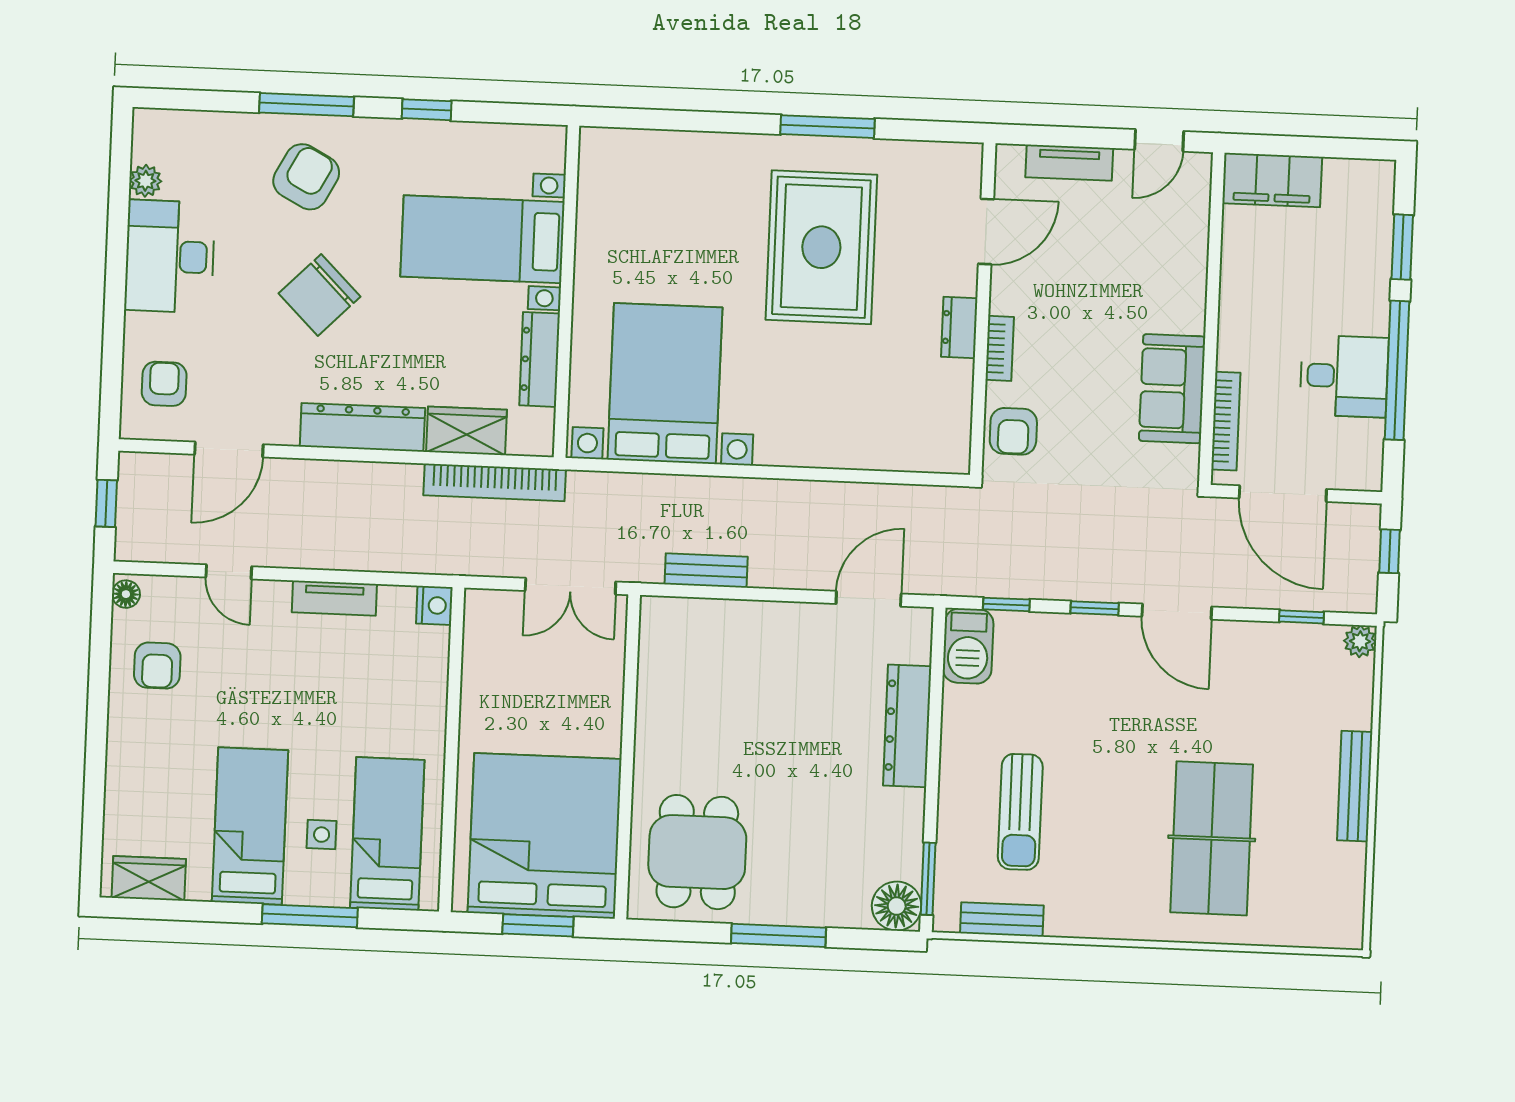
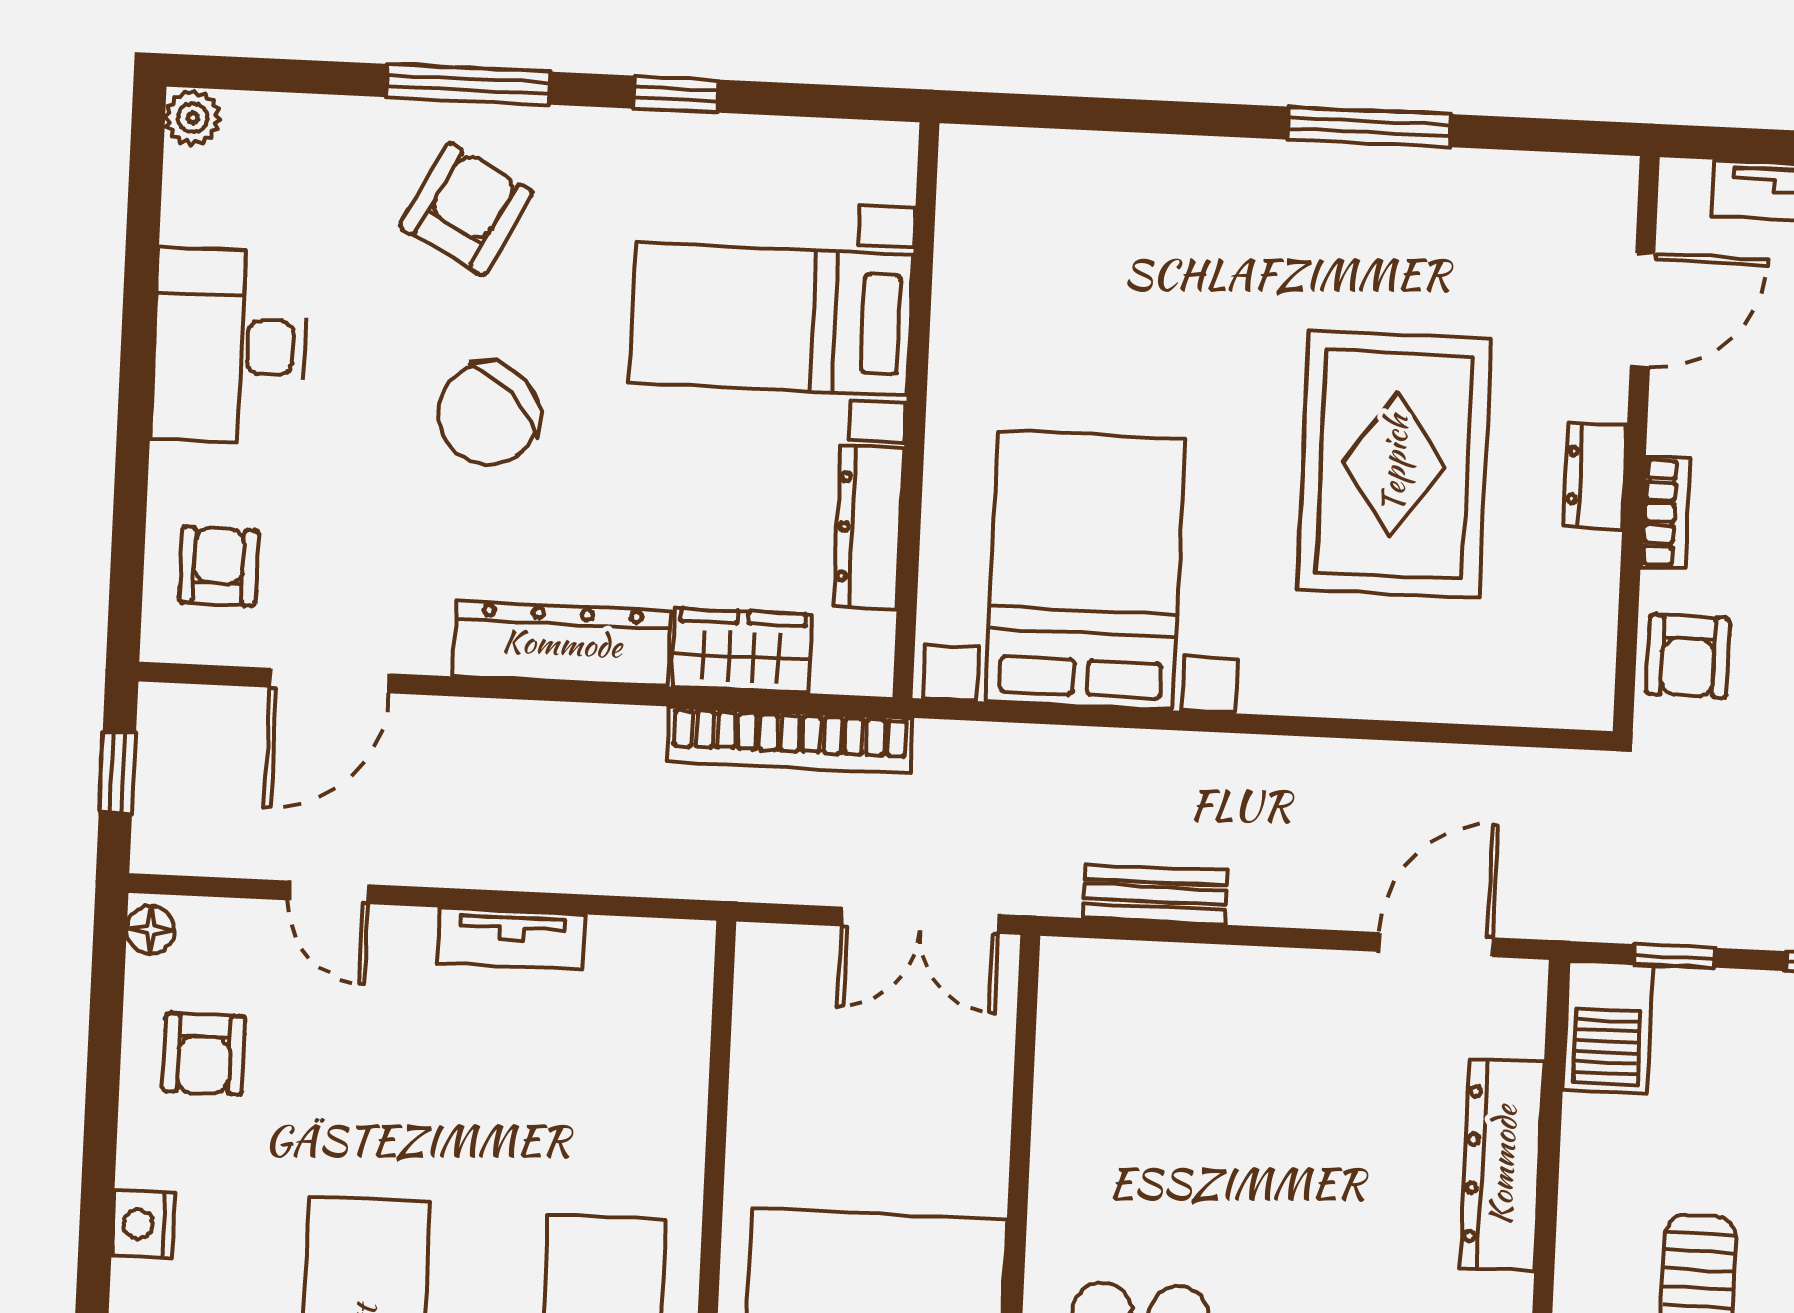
plant: (145, 181) -> (193, 118), moved
rug: (821, 247) -> (1394, 464), moved
nightstand: (434, 605) -> (143, 1224), moved, turned 180

